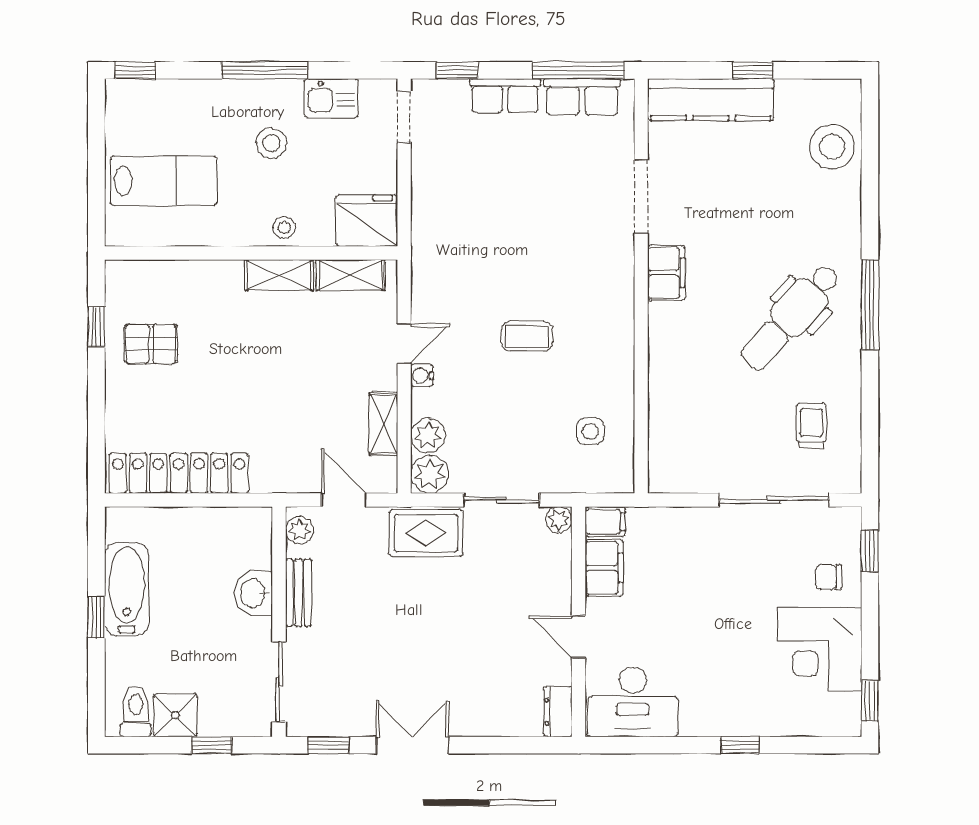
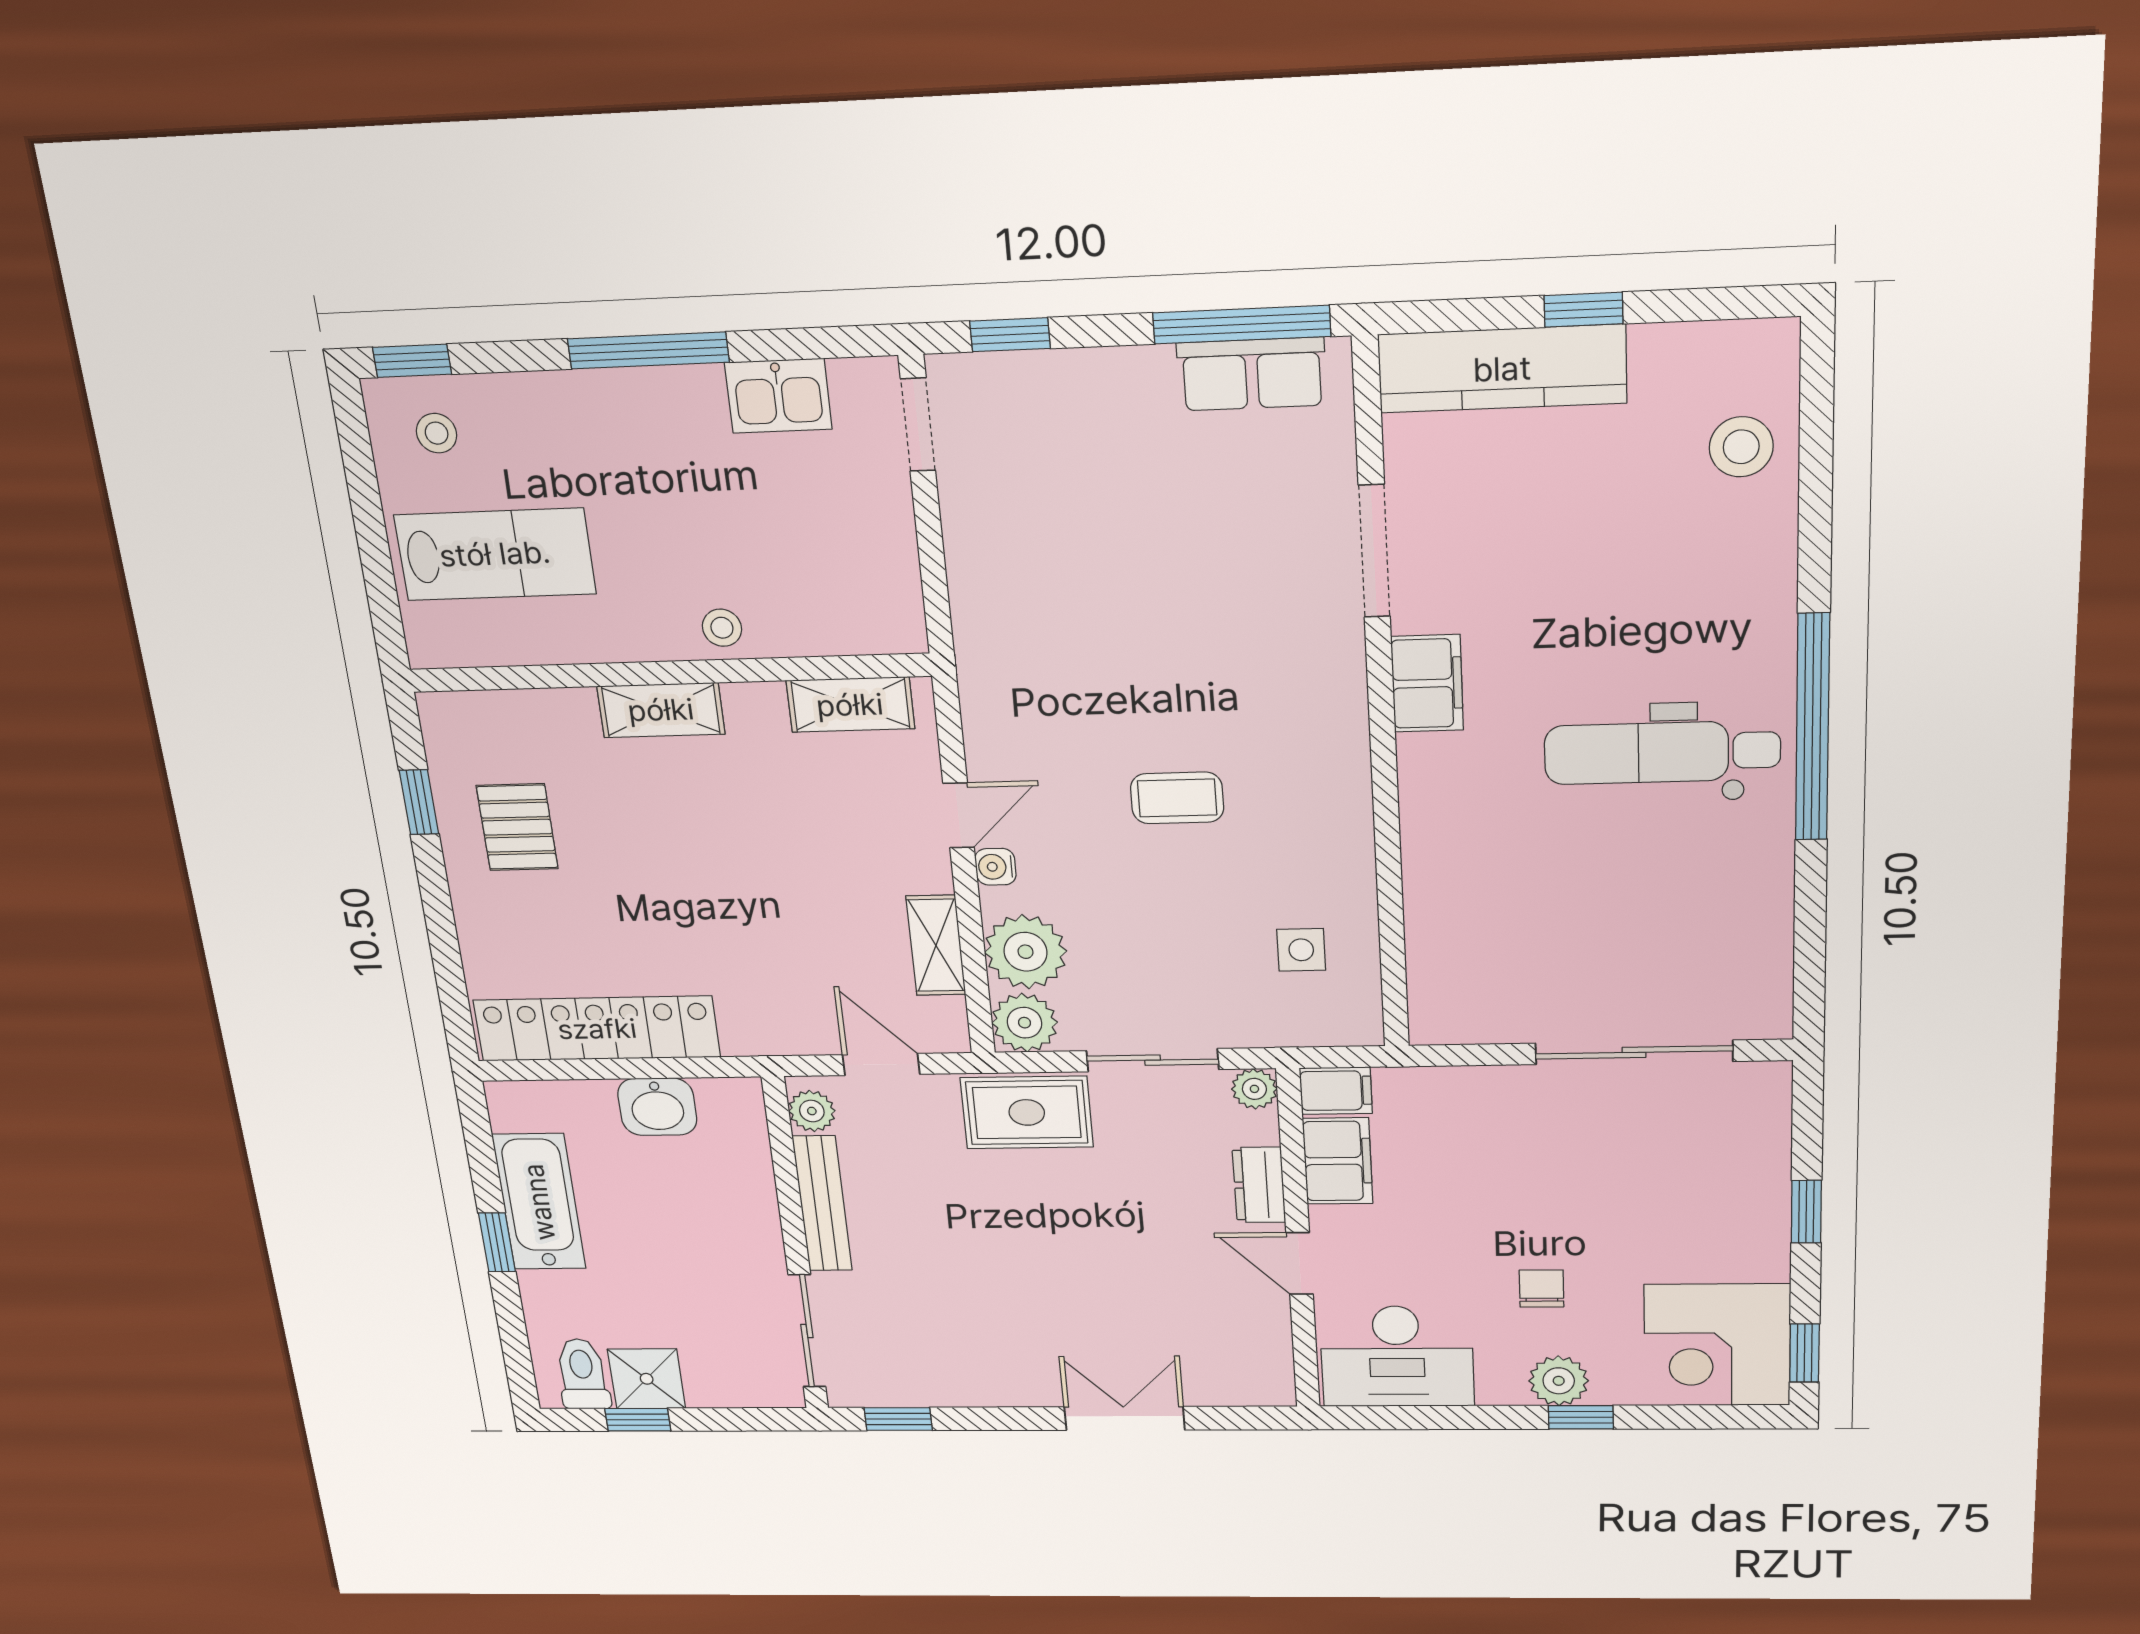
row of seats: (505, 96) -> (1105, 378), removed
stool: (271, 143) -> (437, 433), moved, width x0.73, depth x0.73
stool: (832, 147) -> (1741, 447), width x0.73, depth x0.73
fridge: (367, 221) -> (869, 611), removed
shelving: (279, 275) -> (661, 710), moved
window: (870, 305) -> (1812, 728), width x1.46
dental chair: (791, 317) -> (1662, 752), turned 48
pallet: (151, 344) -> (517, 827), turned 90
trolley: (811, 426) -> (1701, 933), removed
plant: (428, 435) -> (1026, 952), width x1.36, depth x1.36
window: (870, 551) -> (1806, 1212), moved
chair: (829, 577) -> (1542, 1289), moved, turned 90
washbasin: (253, 593) -> (657, 1107), moved, turned -90
bench: (299, 593) -> (822, 1204), width x1.36
corner desk: (820, 649) -> (1717, 1345), moved
dresser: (558, 712) -> (1259, 1185), moved
plant: (727, 719) -> (1559, 1381), added
window: (211, 745) -> (638, 1420), moved
double door: (412, 745) -> (1124, 1418), moved

